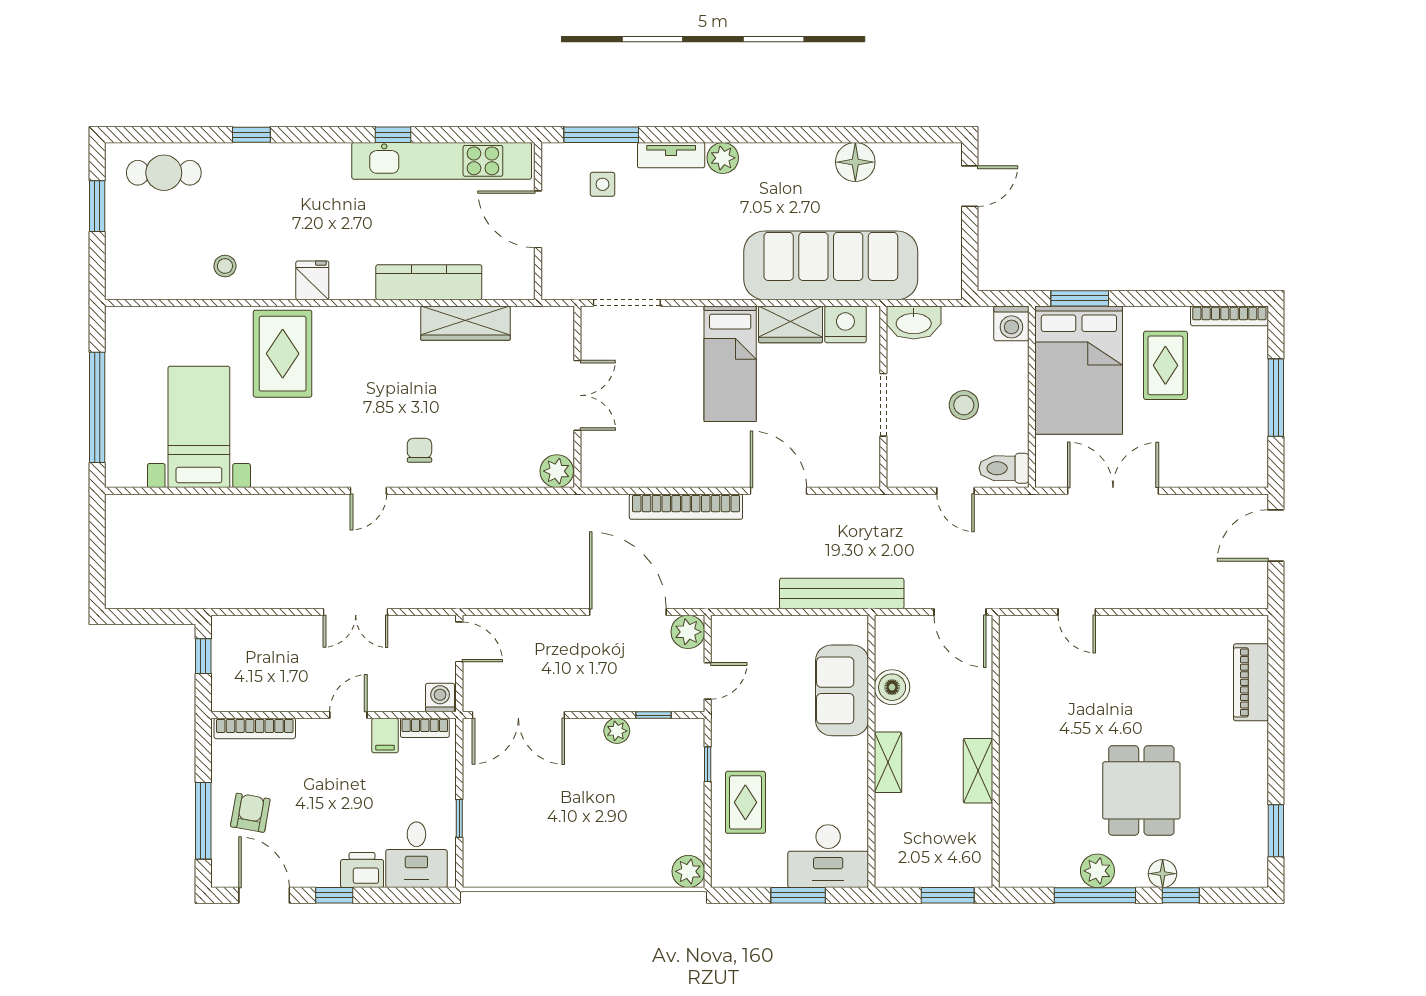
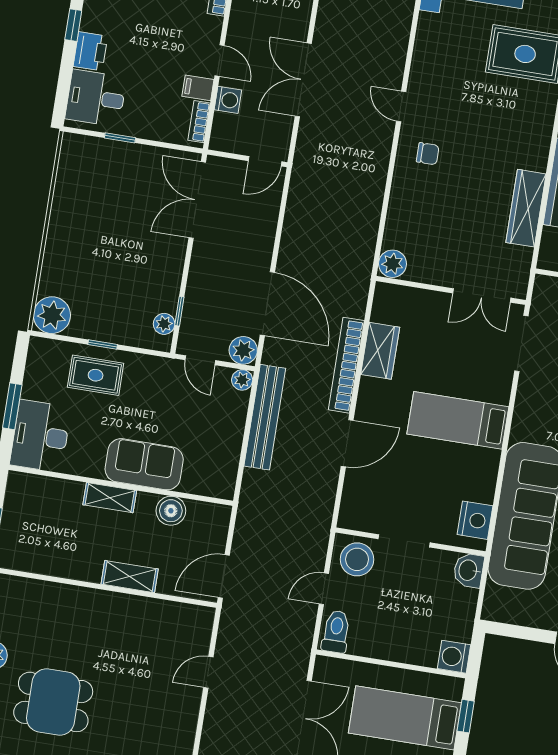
window: (1080, 298) -> (466, 716), width x0.67
washbasin: (914, 323) -> (469, 570), width x0.72
wardrobe: (791, 324) -> (380, 351), moved, turned 180
bed: (1079, 370) -> (405, 718), width x0.67
double door: (577, 395) -> (482, 295), moved
stool: (964, 405) -> (357, 559), moved, width x1.38, depth x1.38
bench: (842, 594) -> (265, 417), moved
double door: (356, 612) -> (303, 80), width x1.37
door: (628, 612) -> (267, 304), hinge flipped
plant: (723, 627) -> (242, 380), added
sofa: (842, 690) -> (144, 464), moved
washing machine: (440, 698) -> (228, 100), moved
plant: (617, 731) -> (164, 324), moved
window: (708, 764) -> (103, 345), moved
shelving: (978, 771) -> (130, 577), moved
plant: (688, 871) -> (52, 315), width x1.36, depth x1.36

